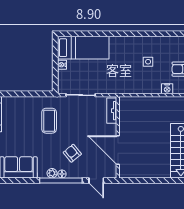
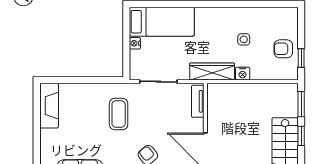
wardrobe: (123, 87) -> (212, 71), added
nightstand: (167, 89) -> (243, 74), moved

